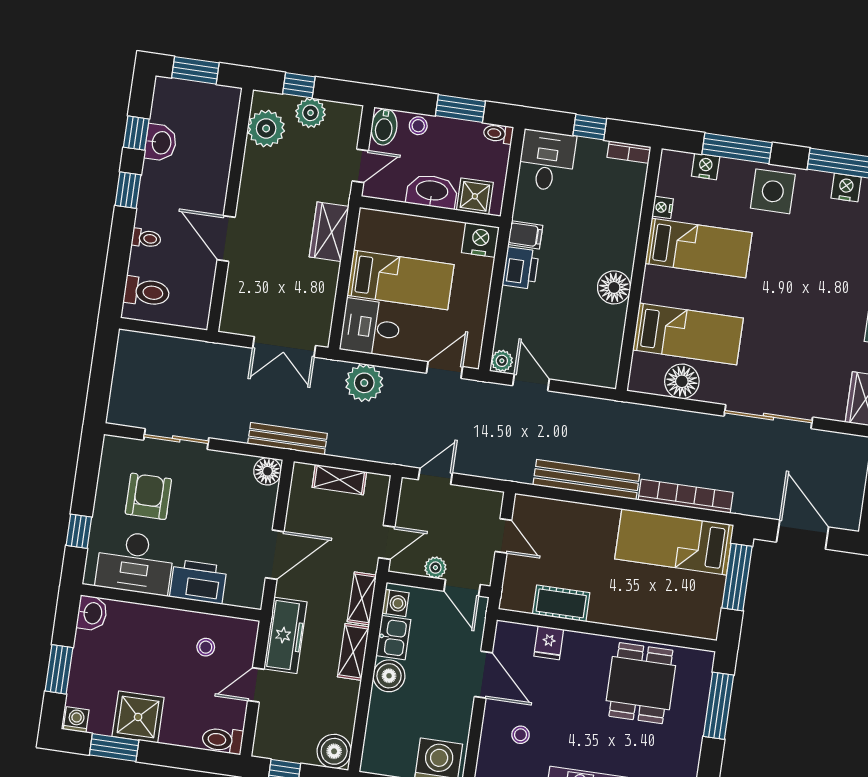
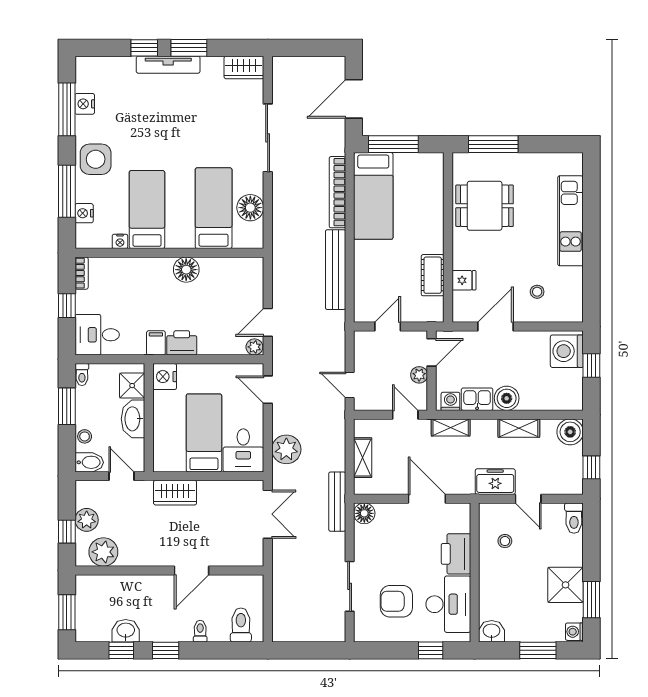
freezer: (285, 635) -> (495, 482), width x0.71
shelving: (353, 652) -> (519, 428), moved

